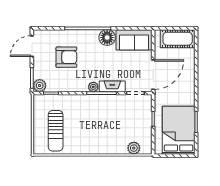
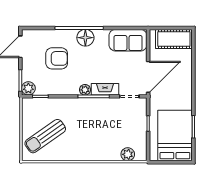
floor lamp: (107, 38) -> (85, 38), moved
sun lounger: (56, 131) -> (45, 136), turned 55

